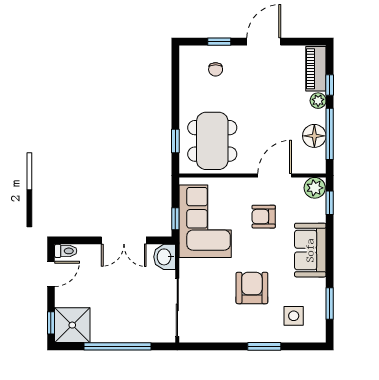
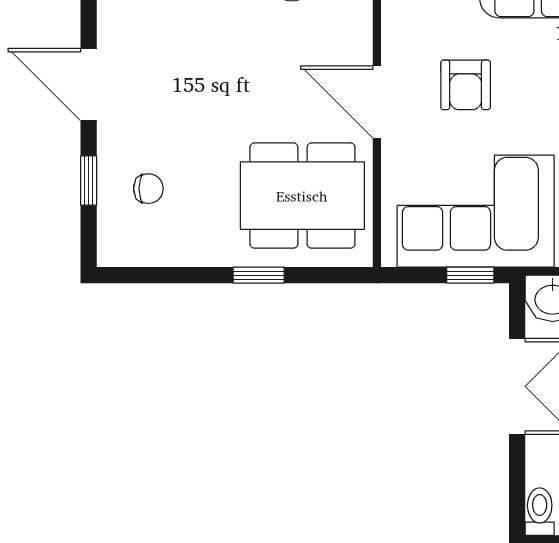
window: (175, 141) -> (259, 275), moved
door: (275, 175) -> (377, 102), moved

